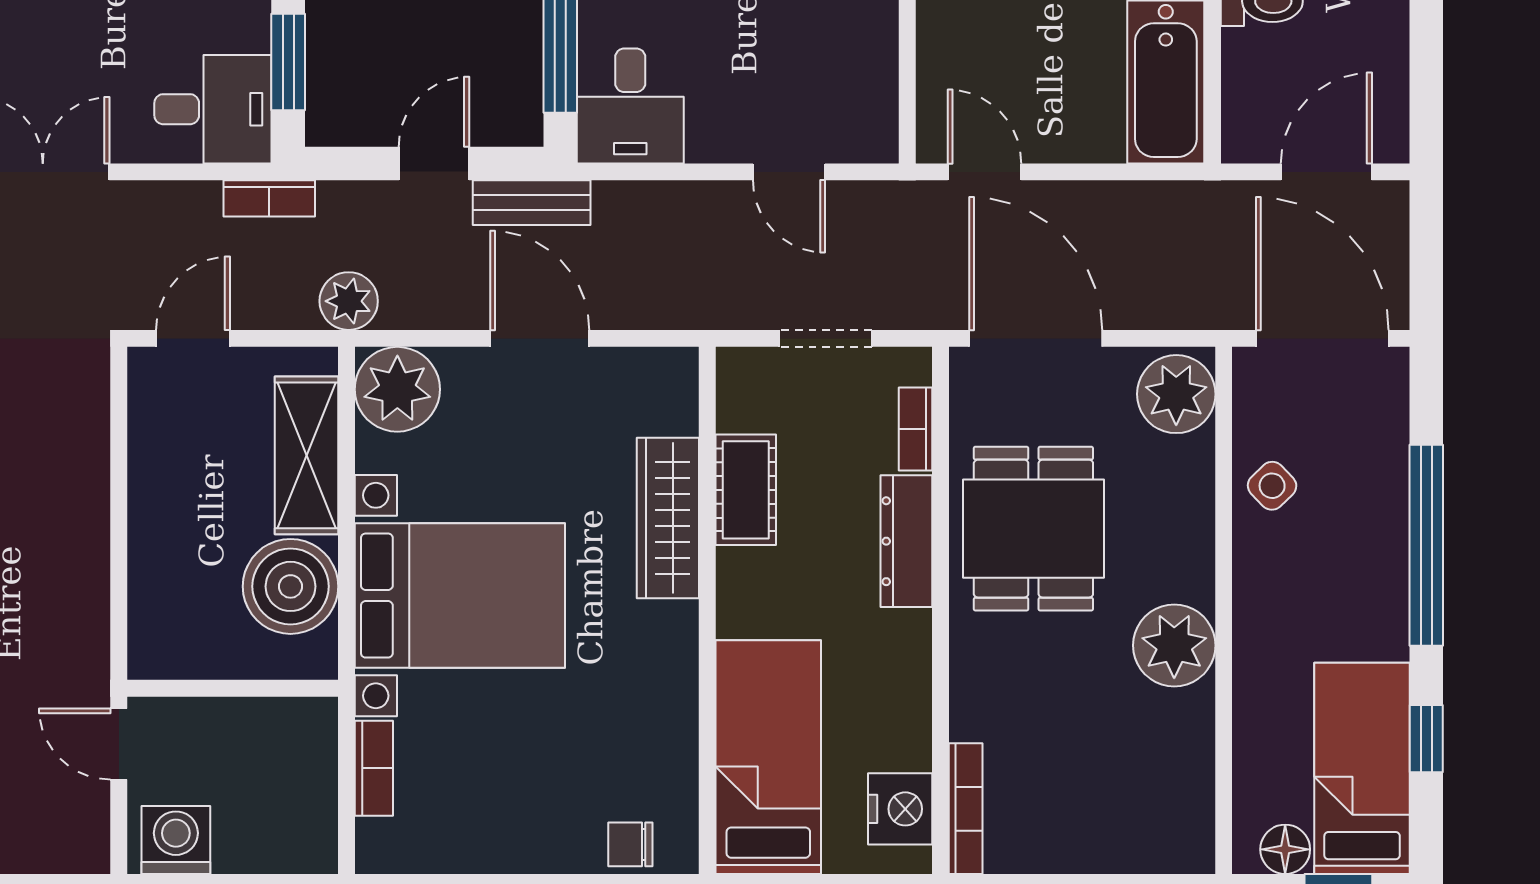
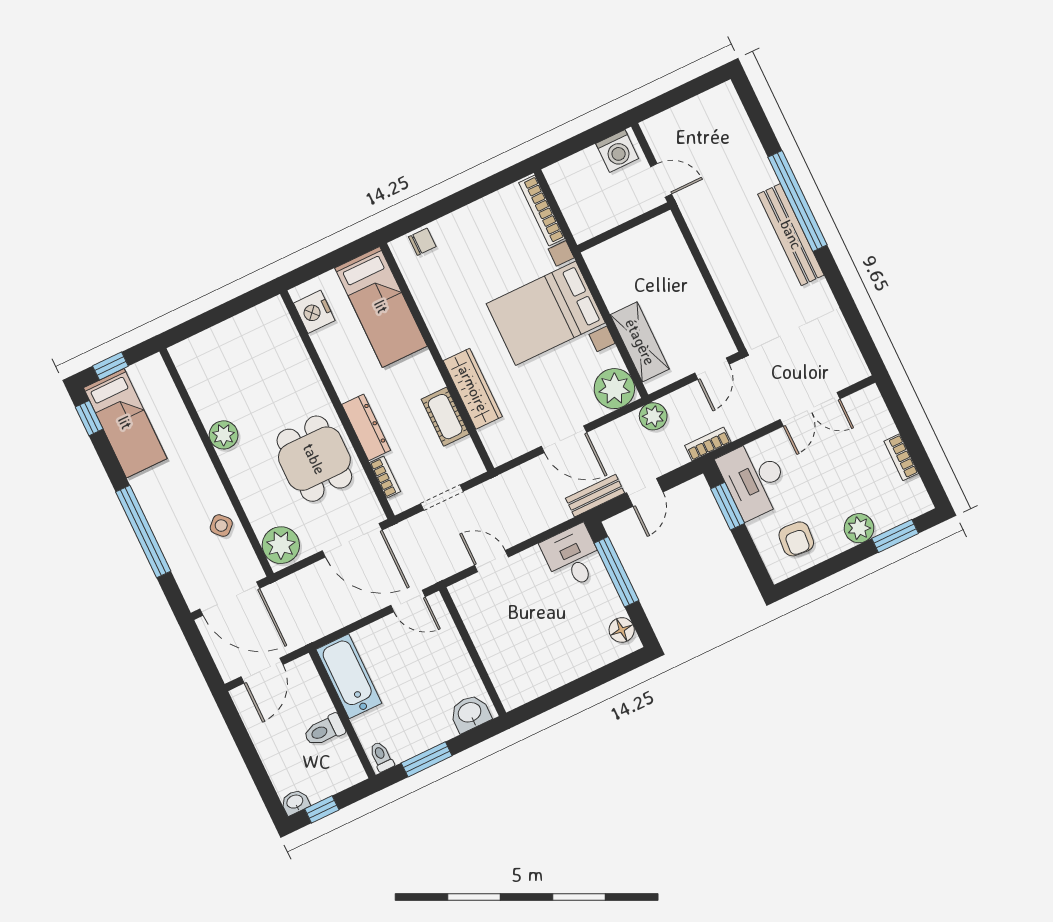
desk: (213, 109) -> (754, 479), width x1.37
boiler: (290, 586) -> (620, 283), removed
plant: (1174, 645) -> (224, 435), width x0.73, depth x0.73
window: (1426, 739) -> (89, 418), moved
bookcase: (374, 768) -> (542, 211), width x1.56
bookcase: (966, 809) -> (286, 325), removed
floor lamp: (1285, 849) -> (142, 373), removed

